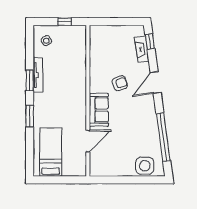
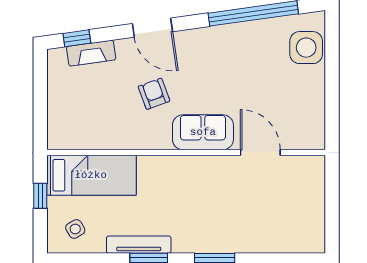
bed: (51, 152) -> (91, 175), moved, turned 180

